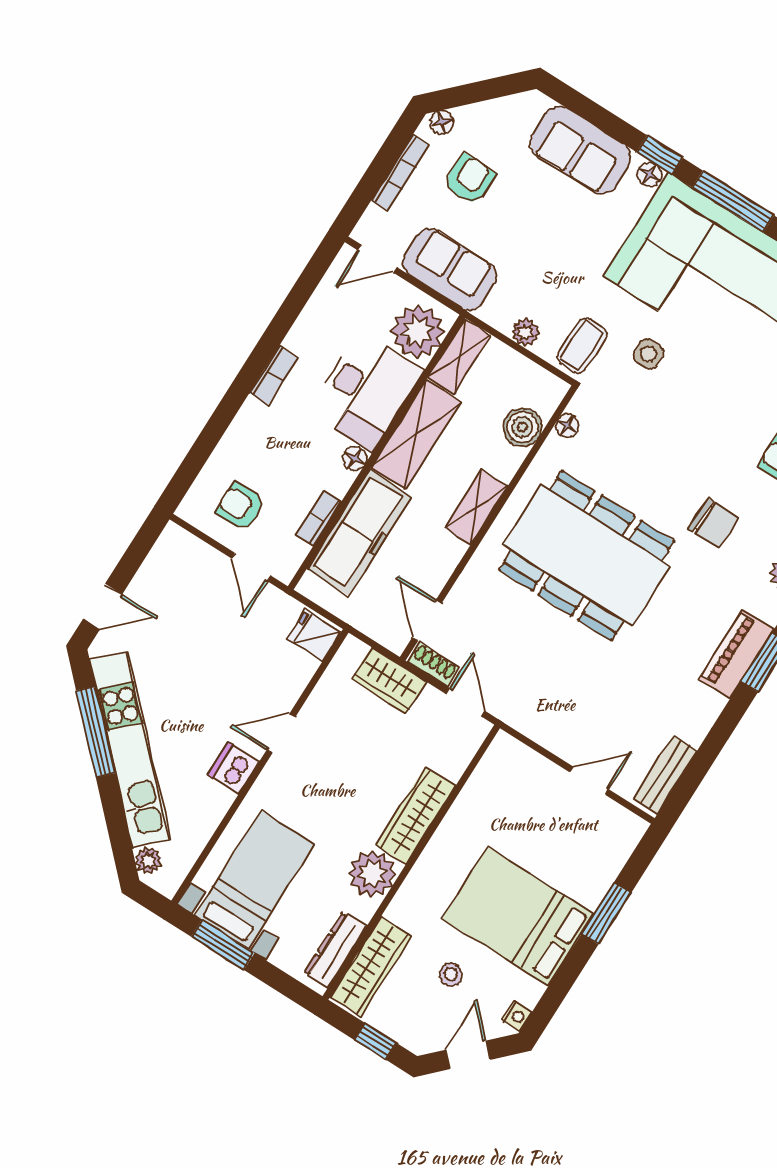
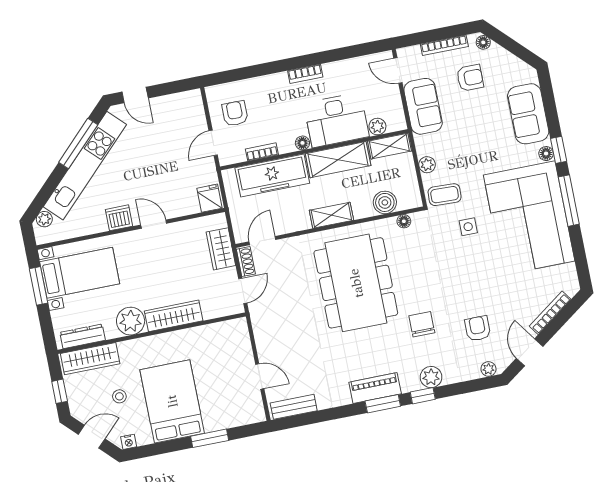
plant: (418, 331) -> (377, 127), width x0.53, depth x0.53
chair: (713, 523) -> (422, 324), turned 180

